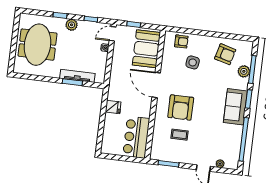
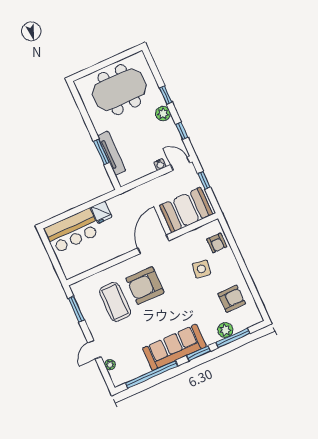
armchair: (225, 54) -> (232, 299), turned -106
sofa: (235, 107) -> (174, 347), width x1.36
coffee table: (180, 135) -> (115, 302), width x1.86, depth x1.72
bar counter: (136, 137) -> (72, 231), moved, turned 180

